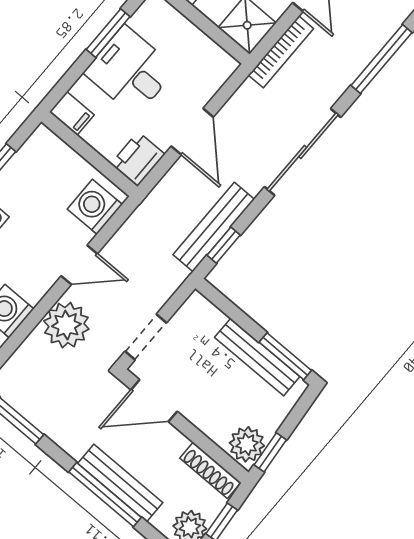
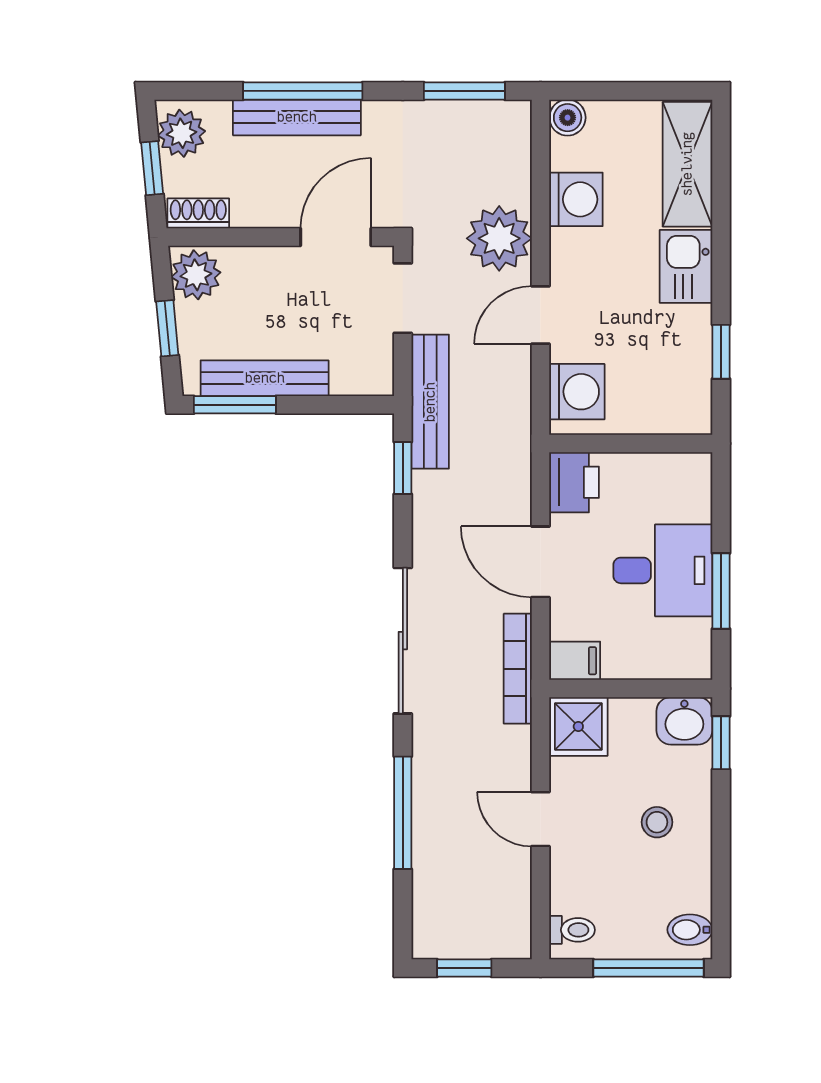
bookcase: (281, 52) -> (518, 669), moved
filing cabinet: (72, 113) -> (575, 661), moved, turned 180
bench: (214, 227) -> (430, 402), moved
window: (270, 452) -> (167, 328), moved
shoe rack: (210, 470) -> (198, 213), width x0.70

